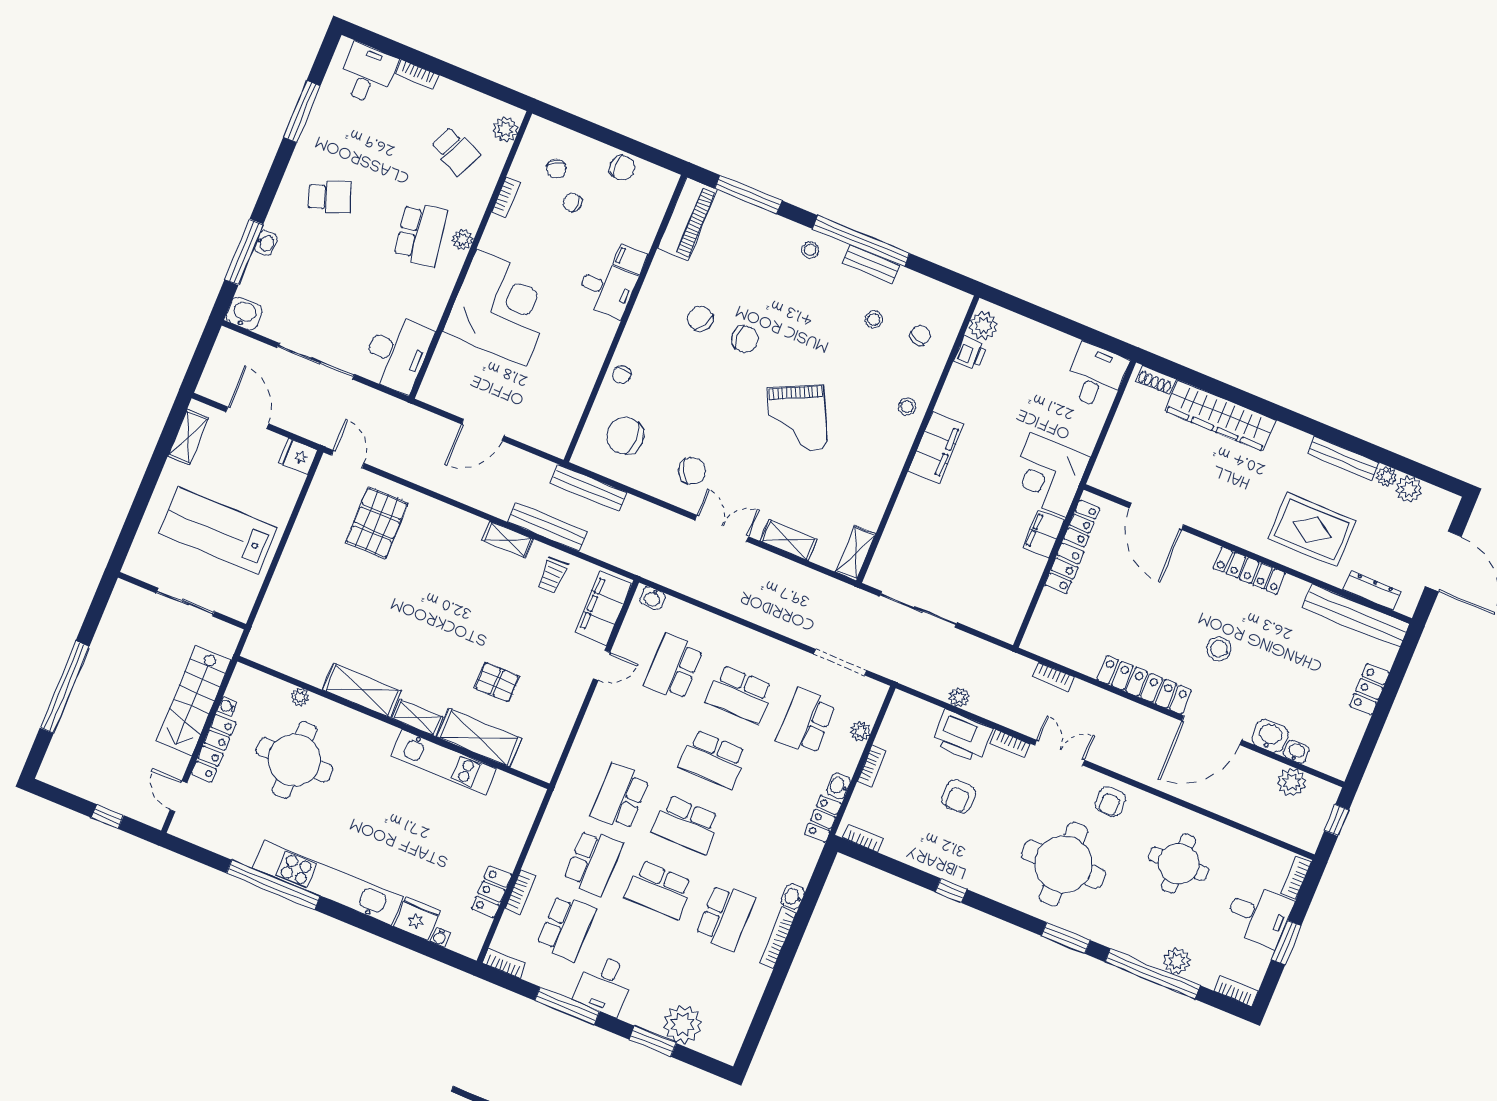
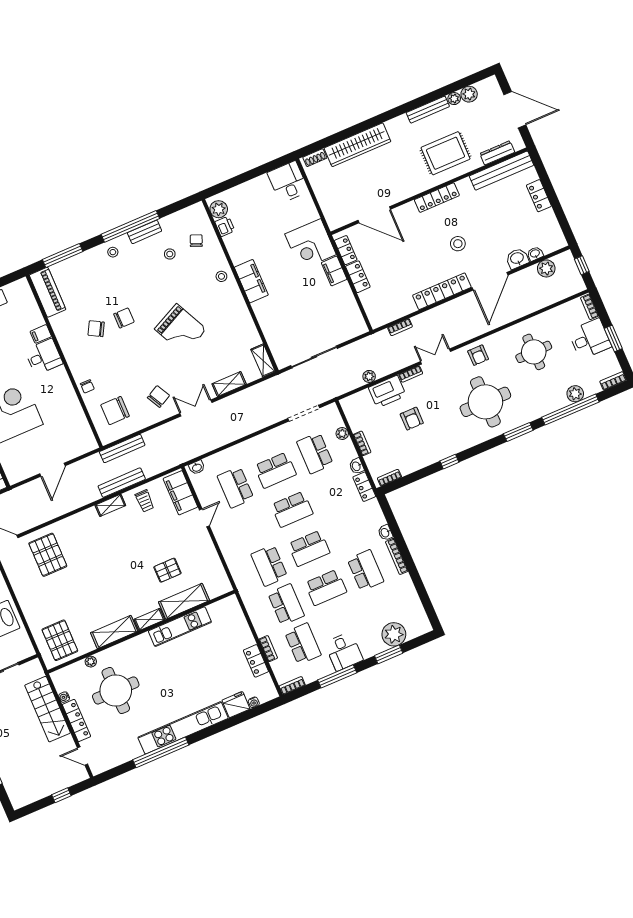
pallet: (289, 636) -> (60, 640), added

